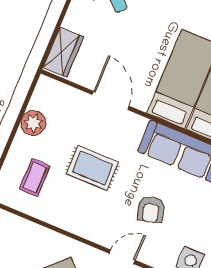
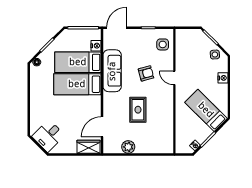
door: (111, 100) -> (102, 127), moved
coffee table: (35, 178) -> (154, 135), removed

